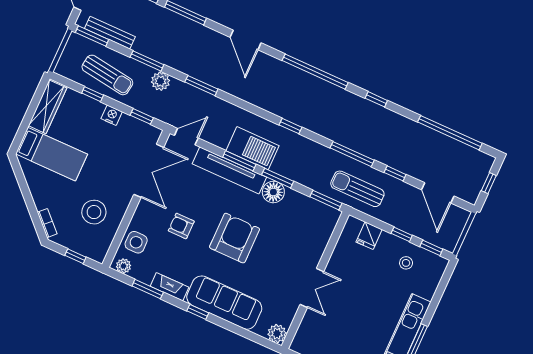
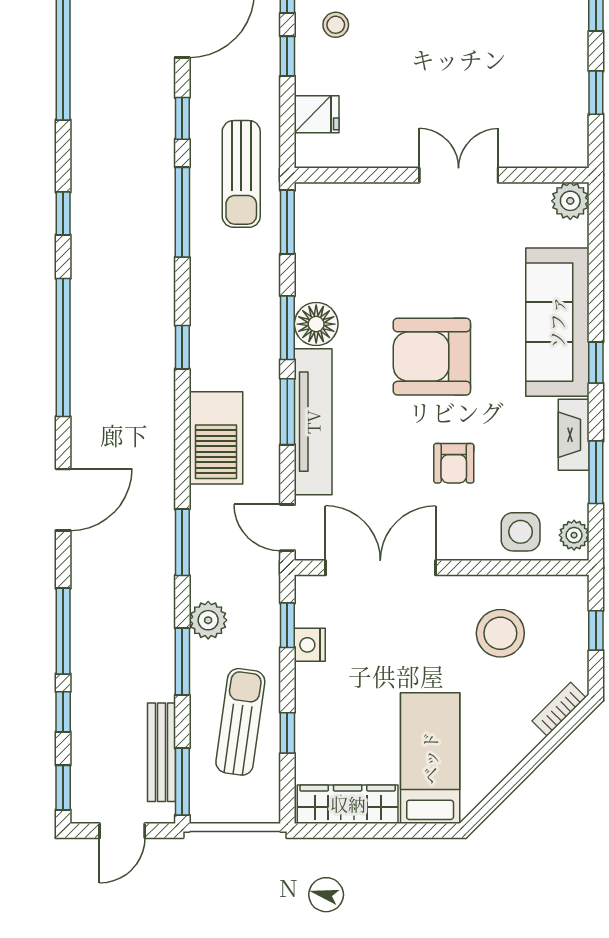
nightstand: (112, 115) -> (310, 645), moved
barbecue: (253, 148) -> (216, 438), moved, turned 180

